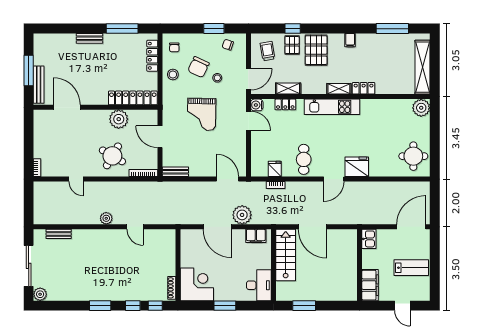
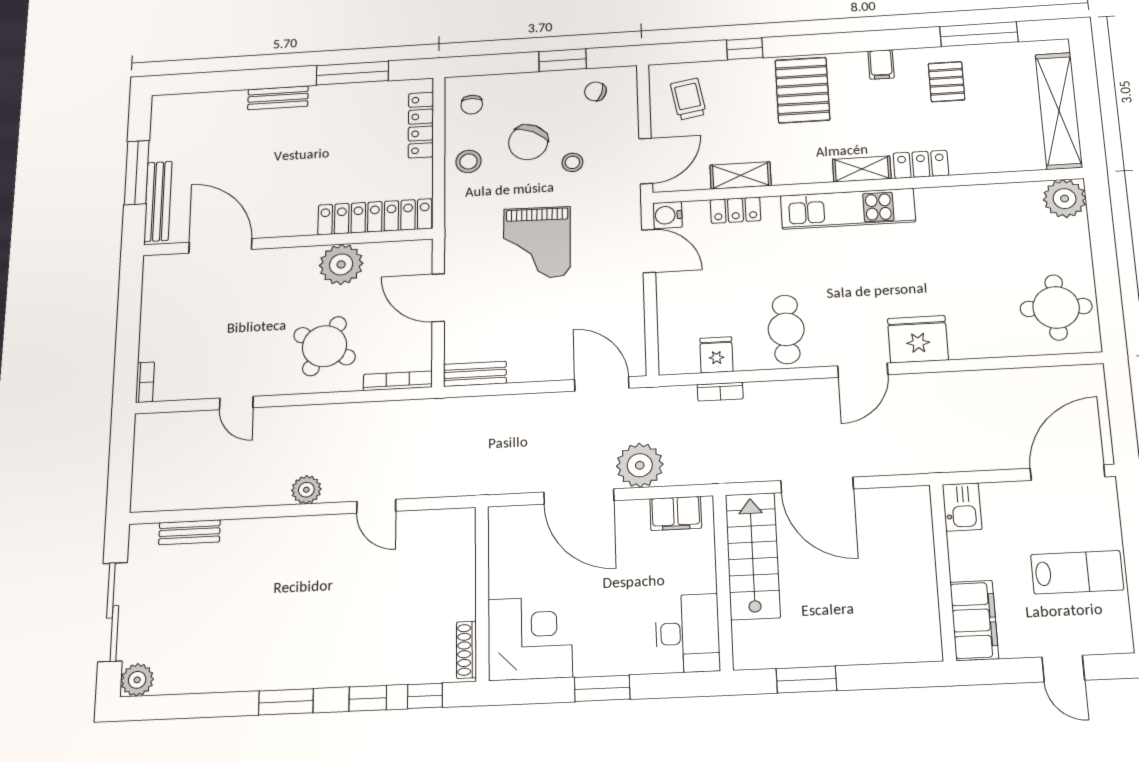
pallet: (292, 45) -> (946, 82), moved

